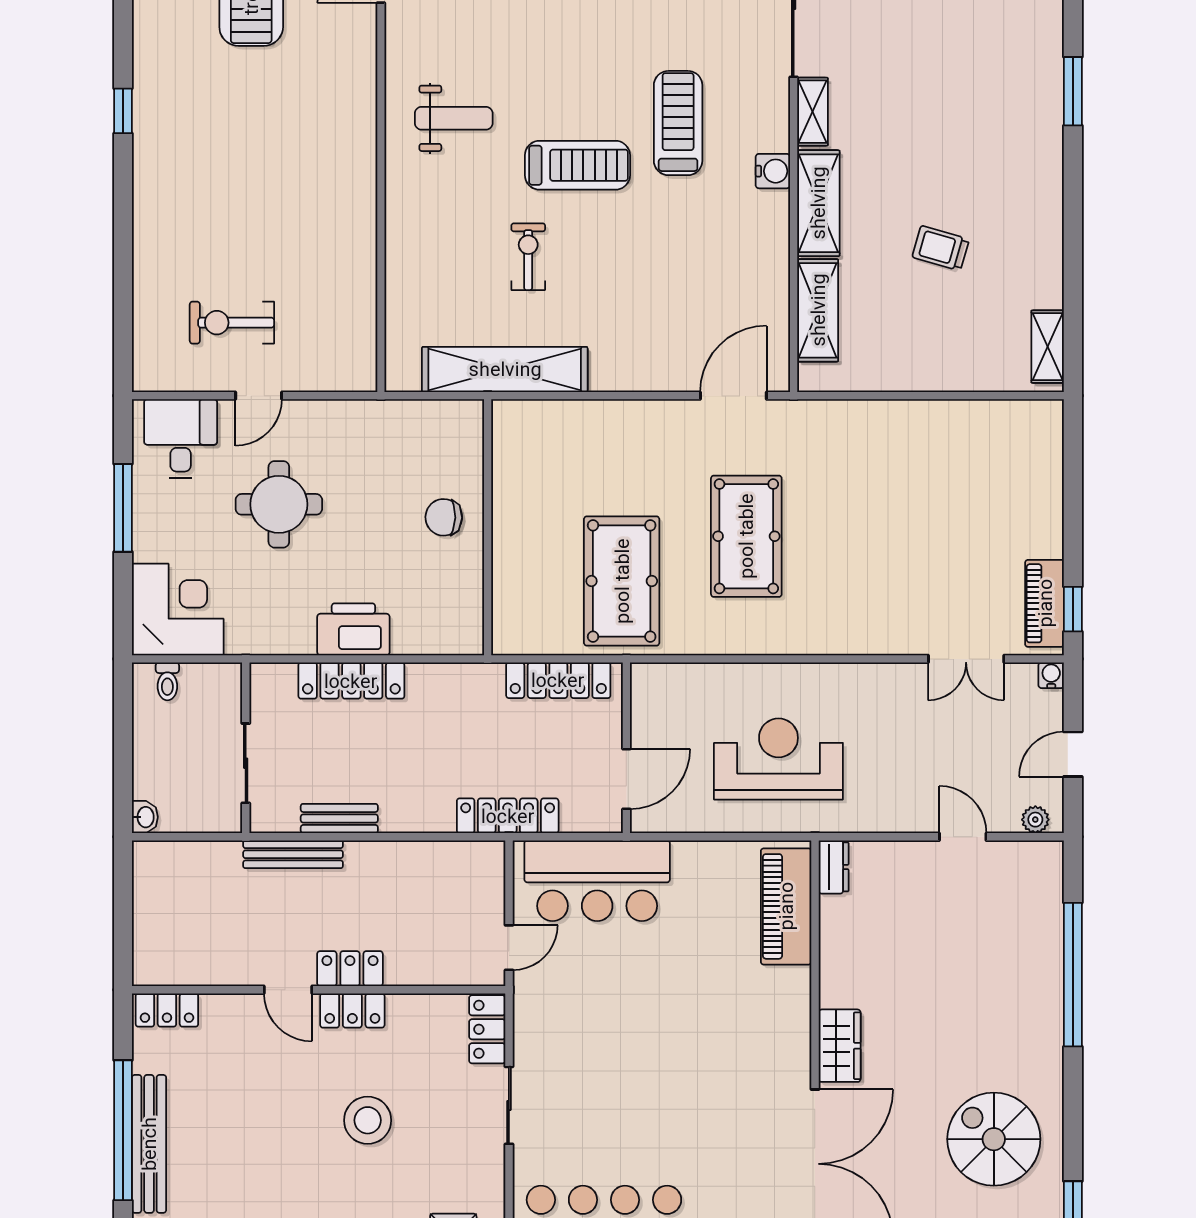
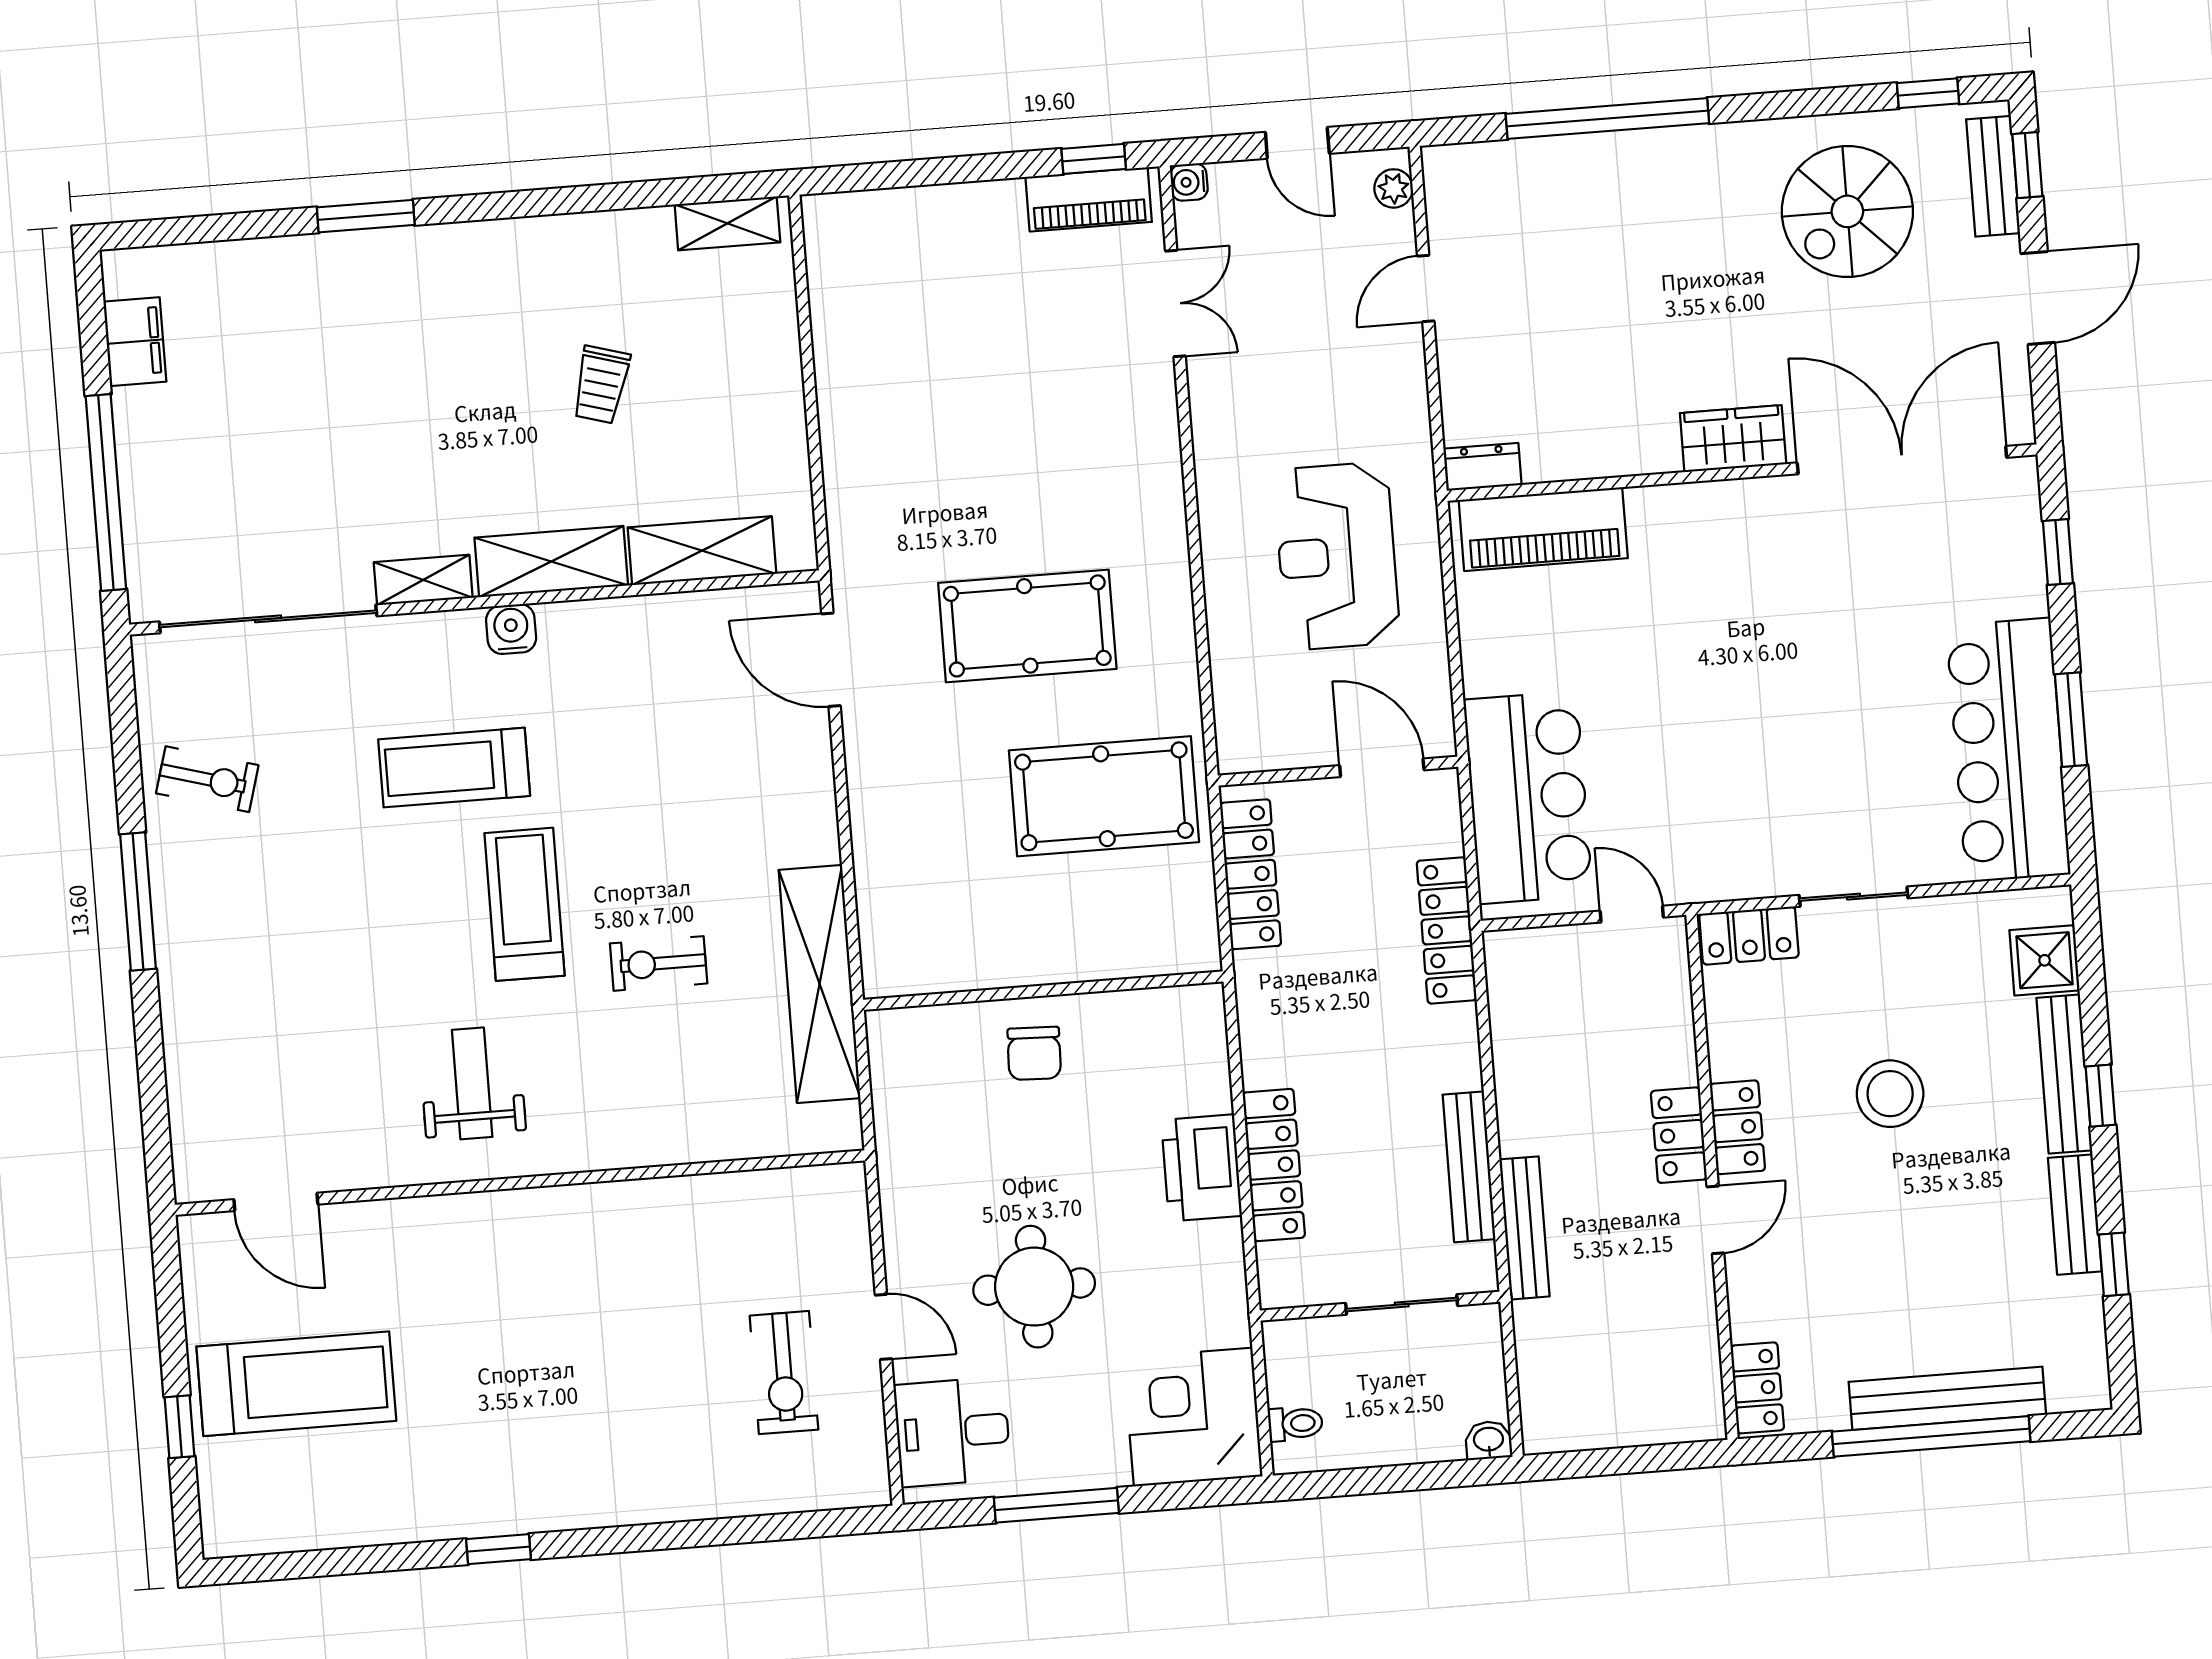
bench: (339, 818) -> (1469, 1167), width x1.36

